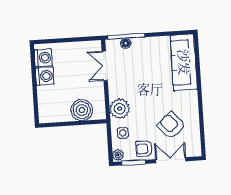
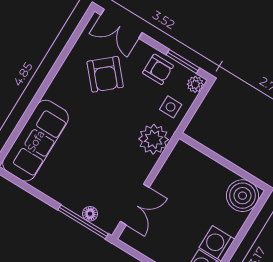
boiler: (82, 110) -> (242, 196), moved
double door: (171, 160) -> (121, 24), moved

